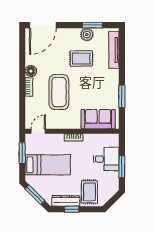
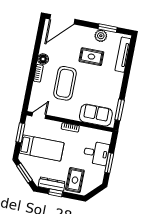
window: (122, 96) -> (120, 110), moved

